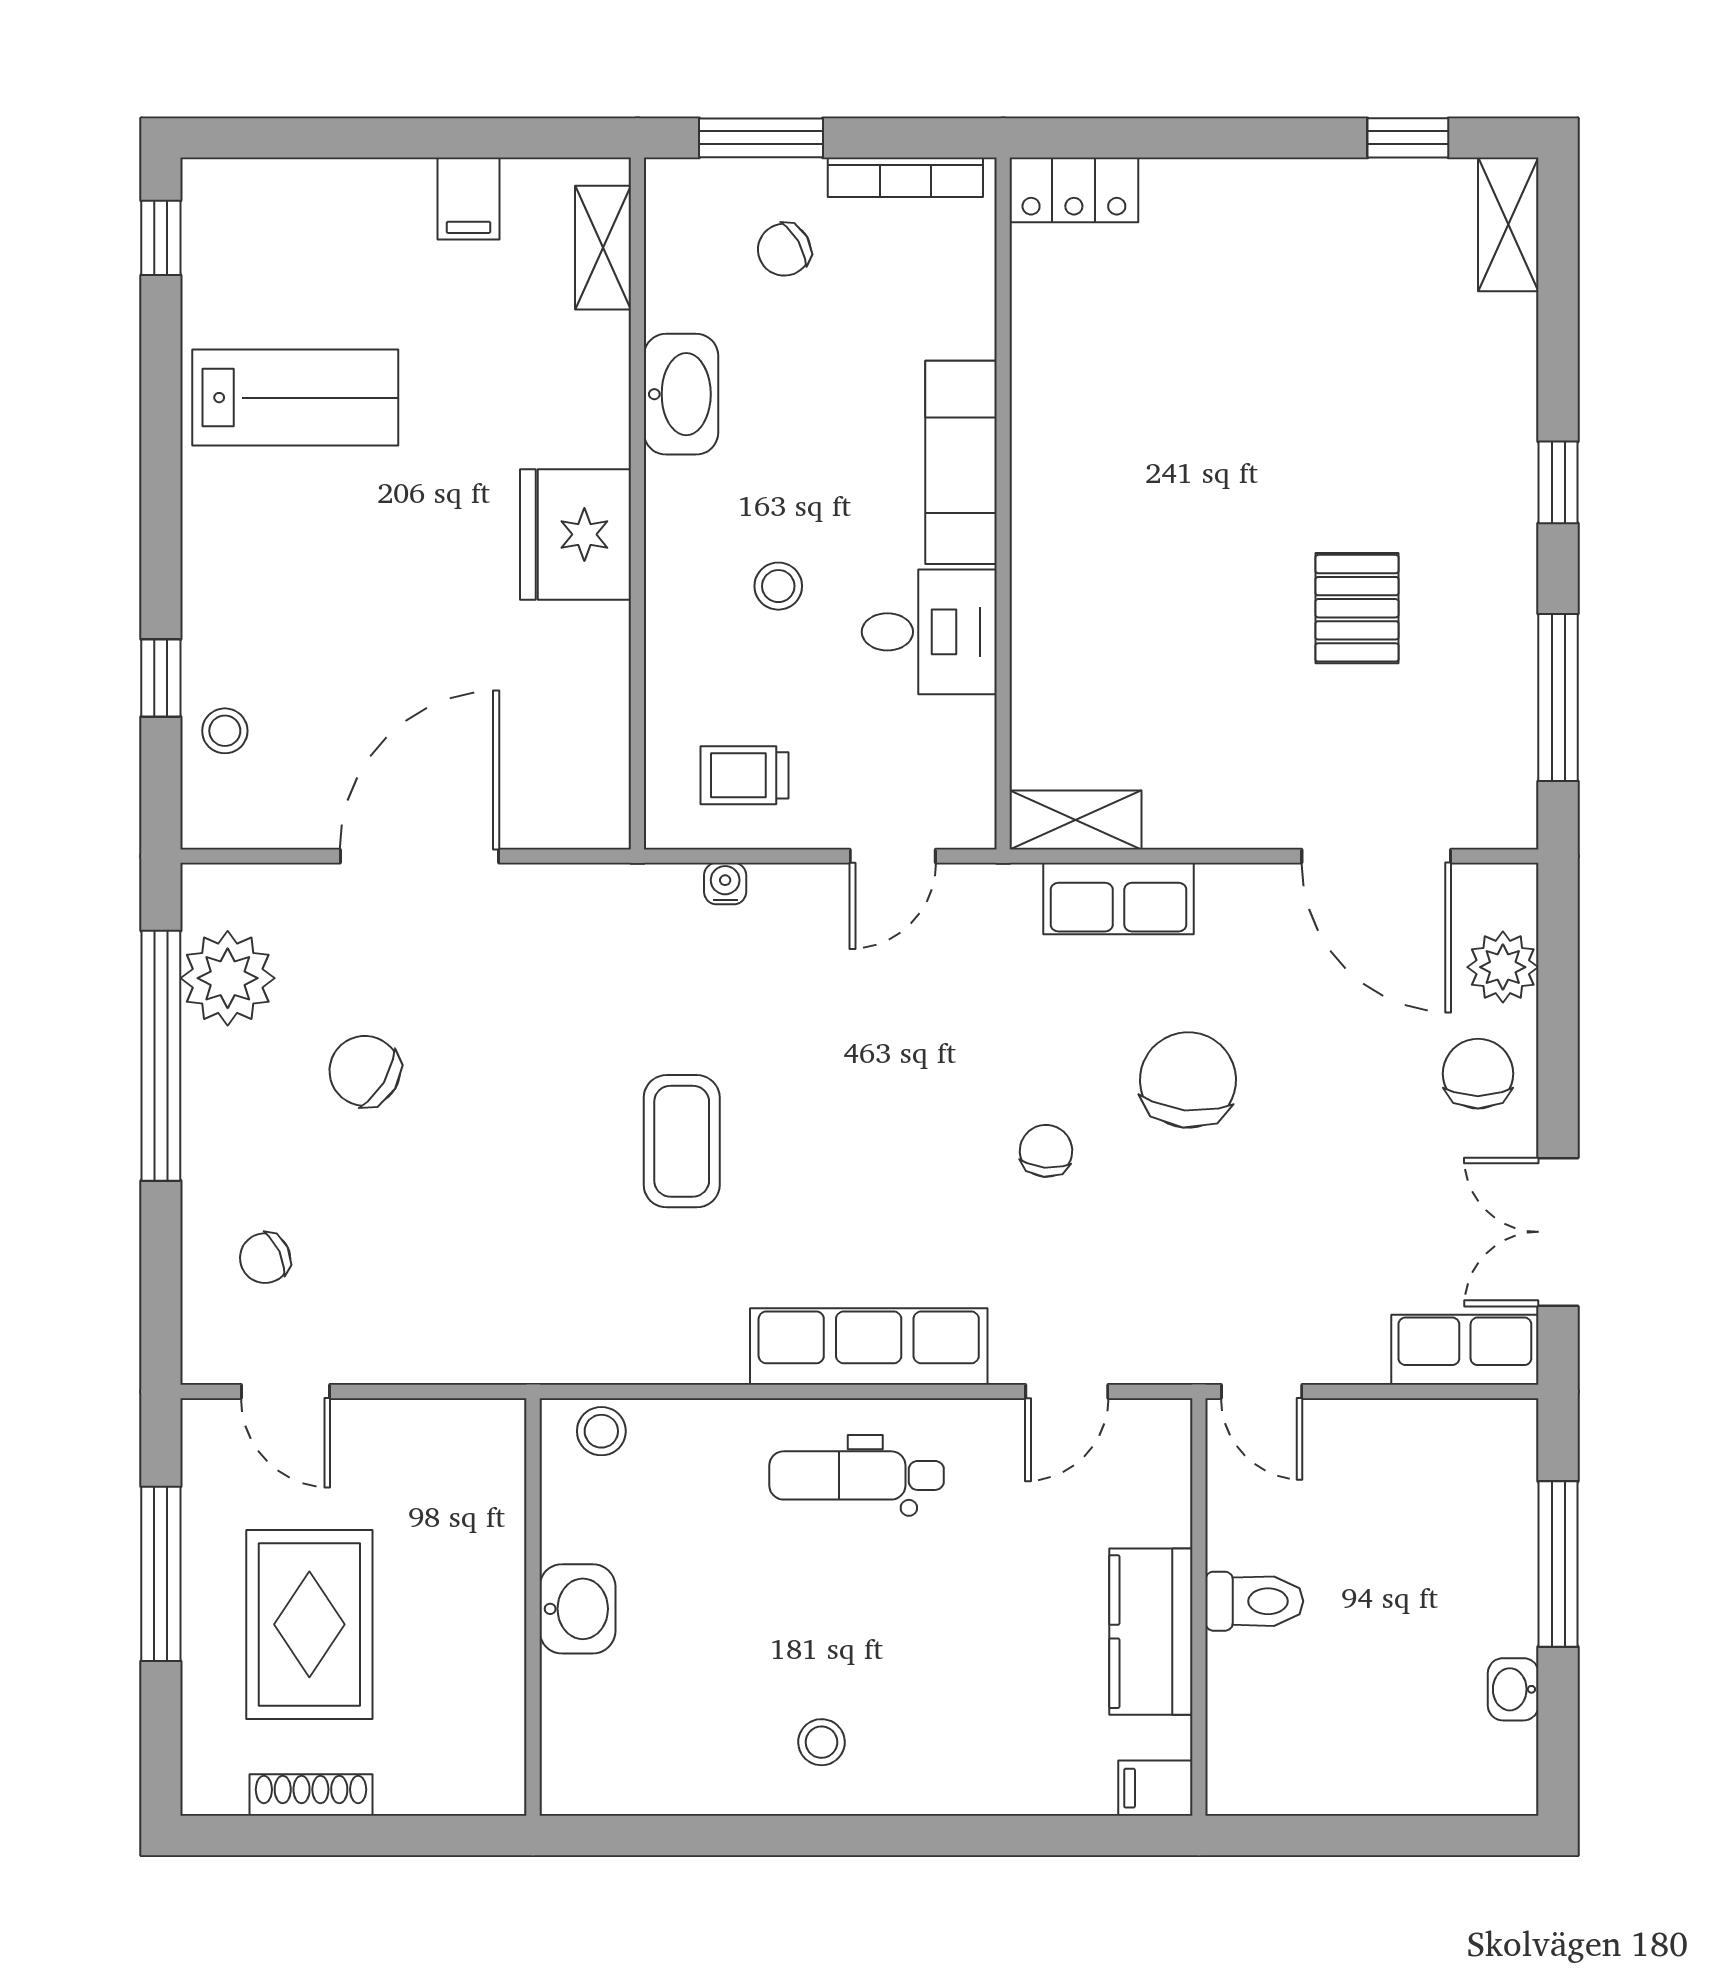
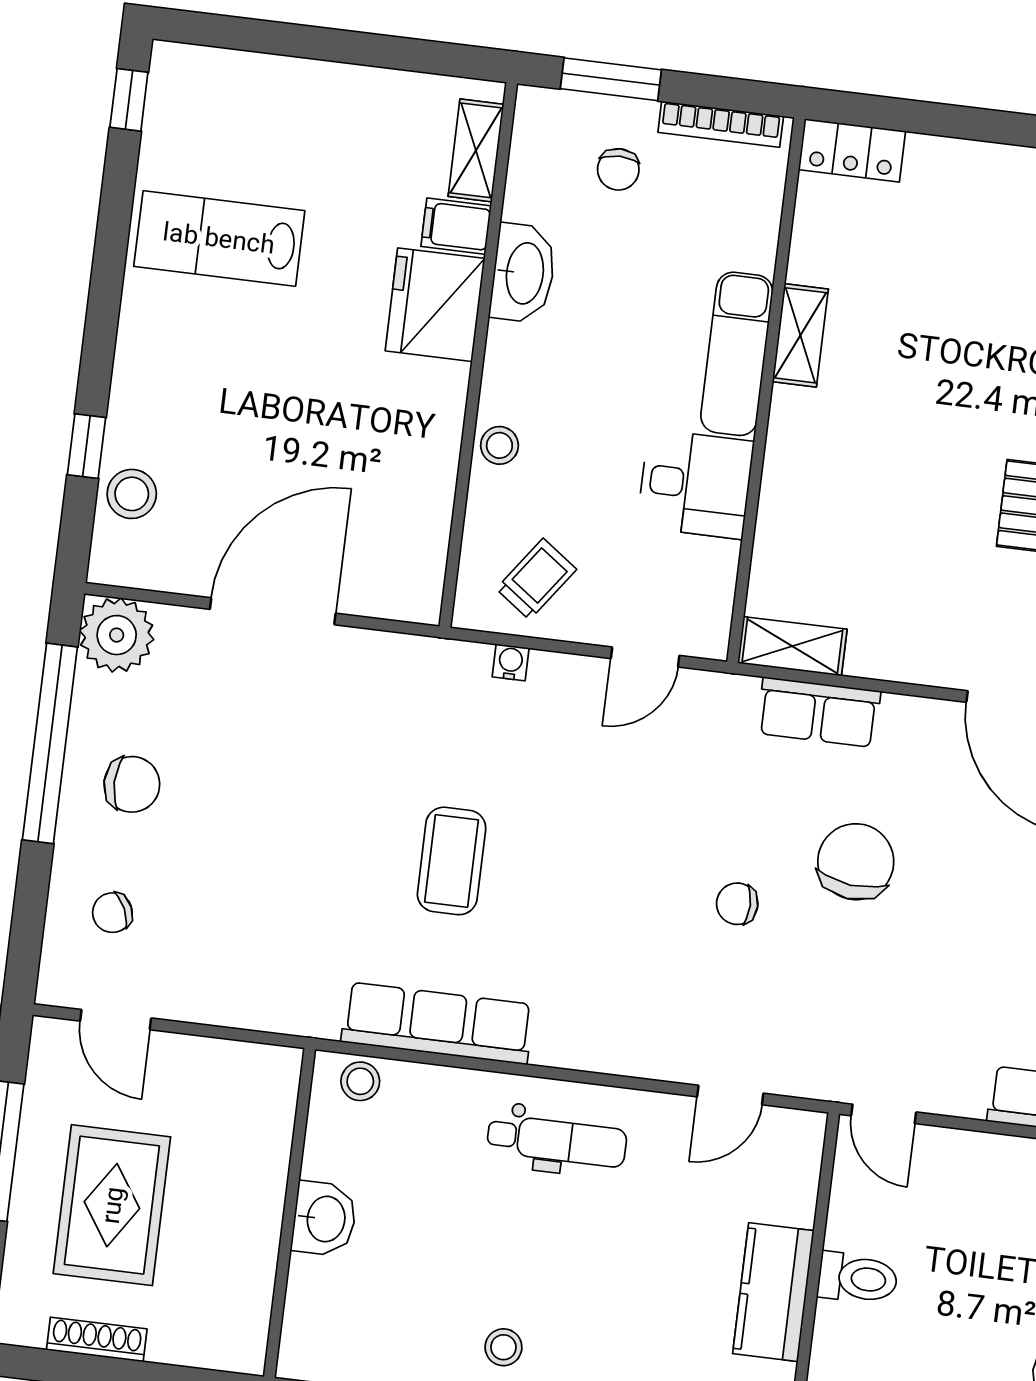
filing cabinet: (469, 199) -> (456, 226), moved, turned 90
chair: (784, 250) -> (618, 169), turned -60
lab bench: (295, 398) -> (219, 238), turned 180
shelving: (1038, 429) -> (800, 335), added
fridge: (575, 534) -> (435, 305), moved
stool: (778, 586) -> (499, 445), moved
stool: (225, 731) -> (132, 494), width x1.37, depth x1.37
trolley: (745, 775) -> (536, 579), turned 126
plant: (228, 978) -> (117, 635), moved
chair: (365, 1071) -> (132, 784), moved, turned 149
chair: (1046, 1151) -> (737, 904), turned -95
row of seats: (869, 1347) -> (437, 1023), moved
dental chair: (857, 1475) -> (557, 1141), turned 180

